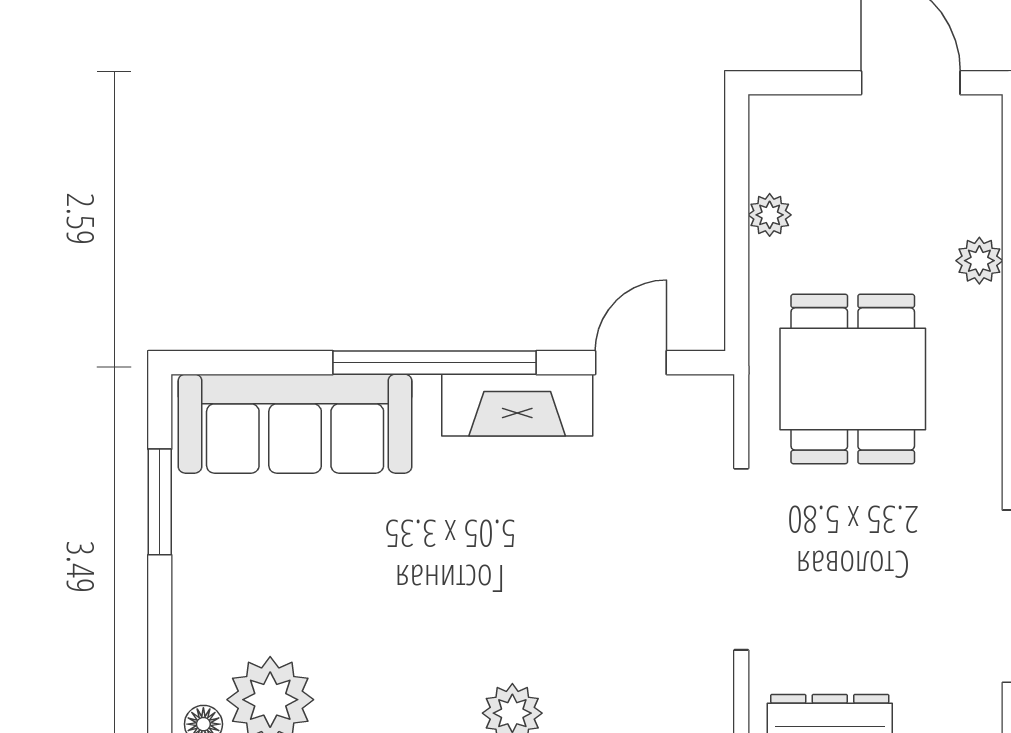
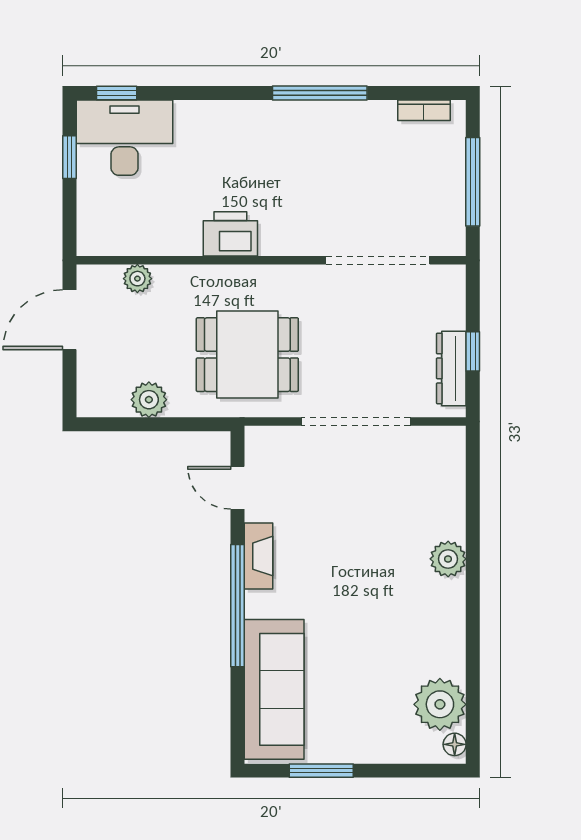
plant: (770, 215) -> (149, 400), width x1.38, depth x1.38
plant: (979, 261) -> (137, 279), moved
fireplace: (517, 405) -> (259, 556), width x0.73, depth x0.76

